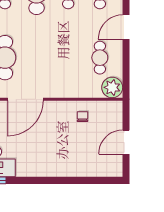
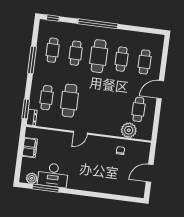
plant: (112, 87) -> (129, 130), moved
door: (25, 99) -> (80, 133), width x0.53

